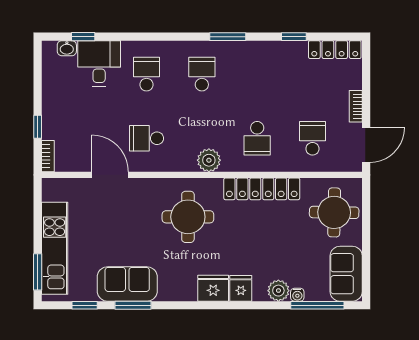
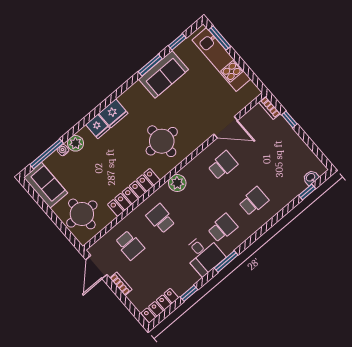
desk: (99, 63) -> (203, 255), moved
school desk: (147, 74) -> (254, 201), turned -90
school desk: (202, 74) -> (223, 228), turned -90

